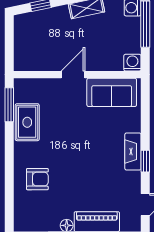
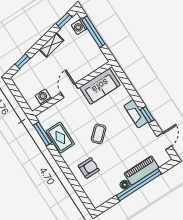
washing machine: (132, 63) -> (43, 97), moved
coffee table: (74, 147) -> (99, 134), added

